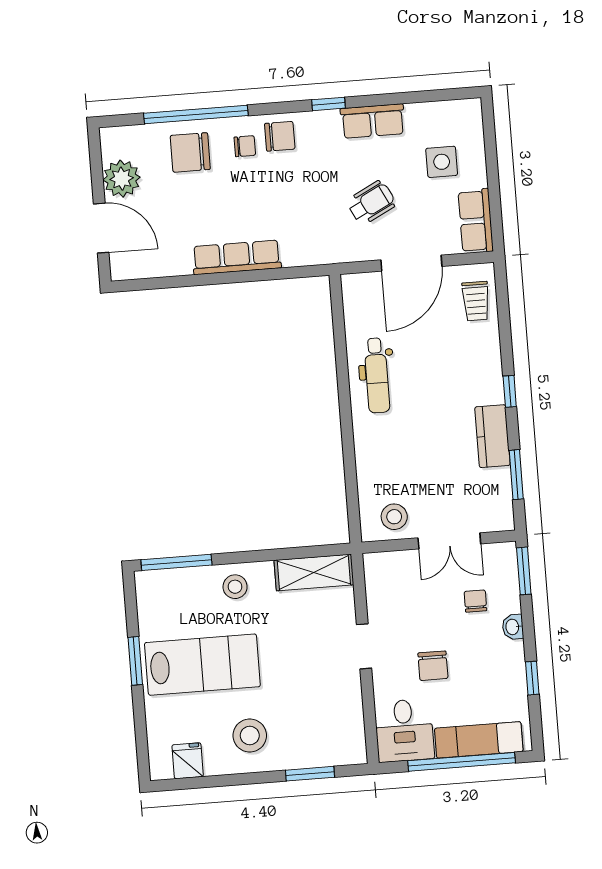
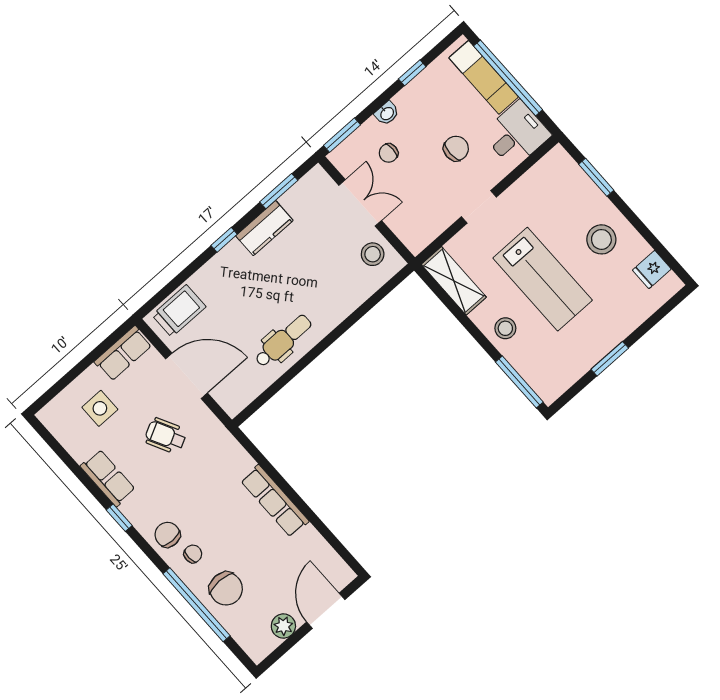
chair: (245, 146) -> (193, 554), turned 88
plant: (122, 179) -> (283, 626), width x0.73, depth x0.73
trolley: (476, 301) -> (179, 311), width x1.36, depth x1.39
lab bench: (202, 665) -> (543, 279), moved, turned 180

